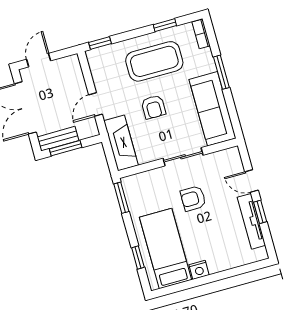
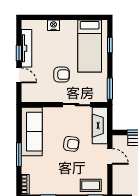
coffee table: (154, 61) -> (91, 185), moved, width x0.54, depth x0.58
door: (95, 104) -> (110, 156), hinge flipped
armchair: (153, 107) -> (71, 144), turned 97
sliding door: (183, 157) -> (77, 105), moved
nightstand: (199, 270) -> (54, 25), moved

